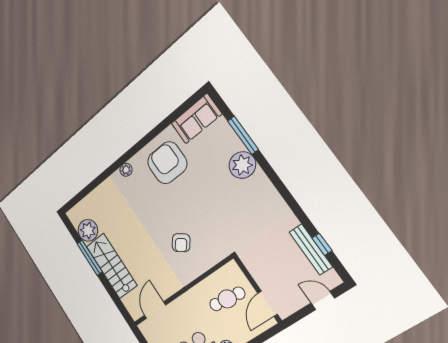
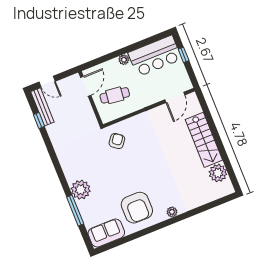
armchair: (181, 243) -> (117, 141), moved
bench: (311, 249) -> (42, 107), moved
window: (90, 258) -> (222, 151), removed

